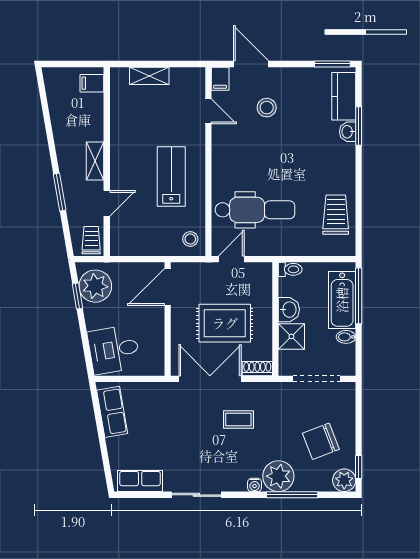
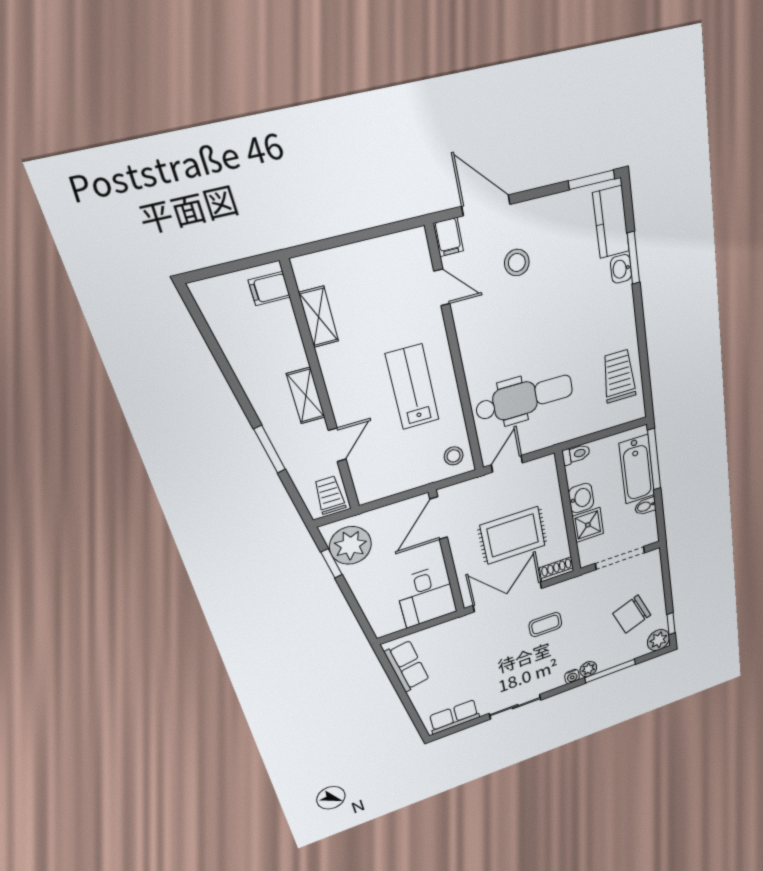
shelving: (149, 76) -> (319, 317), moved, turned 90
desk: (114, 350) -> (426, 596), moved, turned -80
plant: (278, 476) -> (588, 669), width x0.53, depth x0.53

